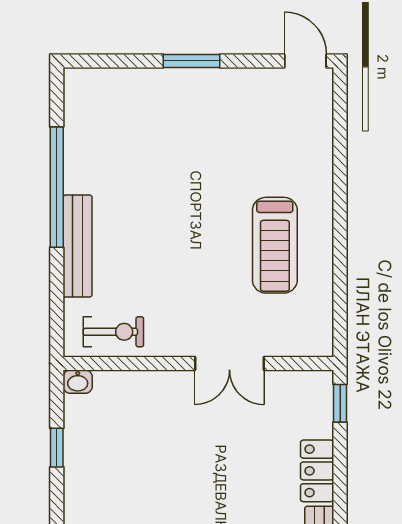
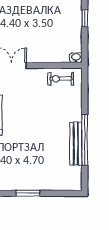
bench: (78, 246) -> (76, 144), moved
window: (57, 448) -> (85, 18), moved

